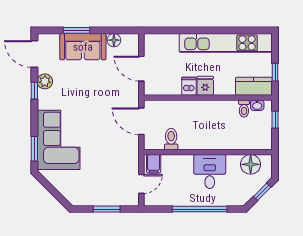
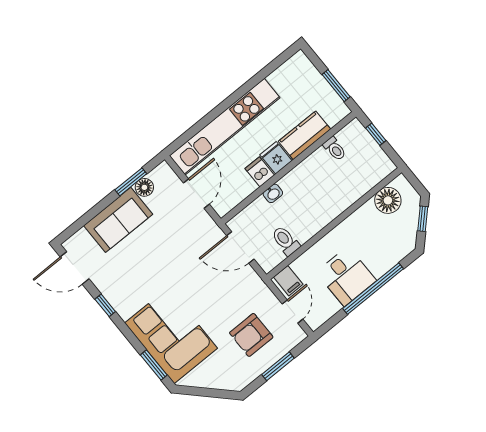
window: (77, 30) -> (131, 182), moved
kitchen unit: (226, 43) -> (225, 127), moved
door: (141, 69) -> (196, 194), swing flipped
window: (275, 72) -> (336, 86), width x1.50
plant: (45, 81) -> (108, 287), removed
kitchen counter: (254, 86) -> (304, 135), moved
washbasin: (257, 105) -> (273, 193), moved
desk: (210, 172) -> (346, 276), moved, turned 180
armchair: (106, 178) -> (251, 335), added

